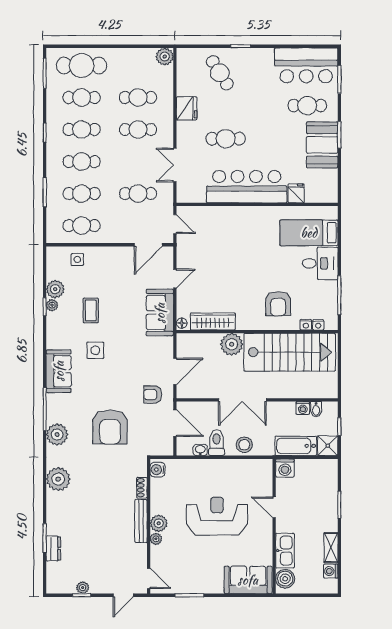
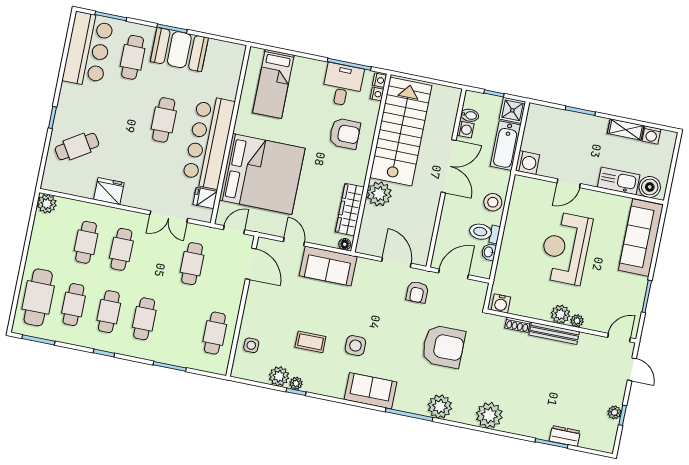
cafe table: (226, 139) -> (164, 120), moved
fridge: (296, 193) -> (205, 198), moved
cafe table: (82, 194) -> (179, 326), removed
bed: (228, 239) -> (262, 174), added
desk: (320, 263) -> (343, 85), moved
nightstand: (306, 325) -> (380, 80), moved
double door: (242, 400) -> (449, 166), moved
sofa: (248, 580) -> (641, 238), width x1.36

